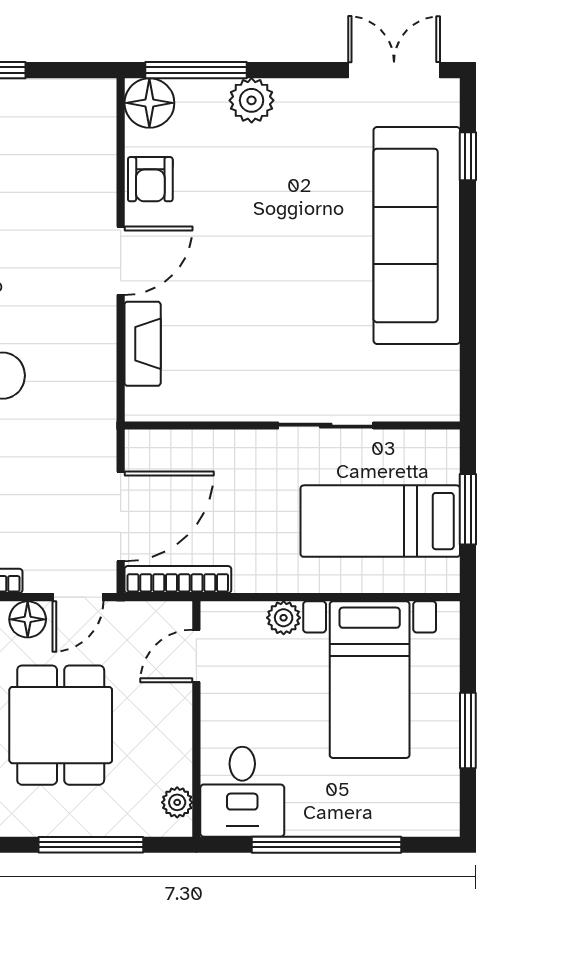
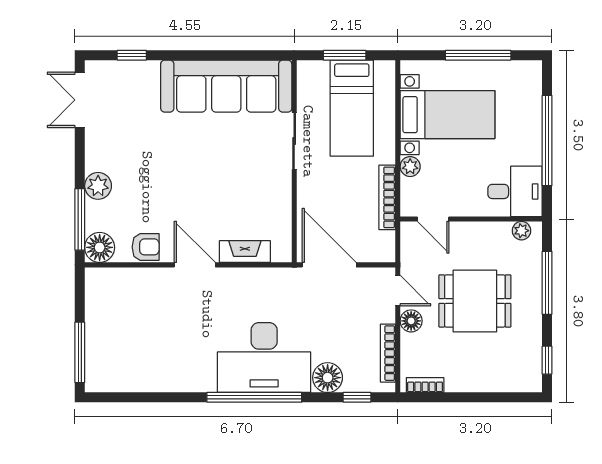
sofa: (417, 235) -> (226, 86), moved
door: (121, 516) -> (329, 265), moved
bookcase: (178, 580) -> (387, 197), moved
window: (468, 730) -> (478, 55), width x1.44

